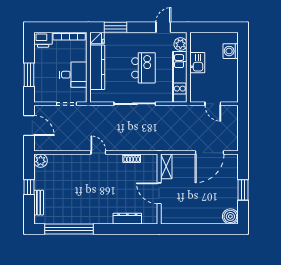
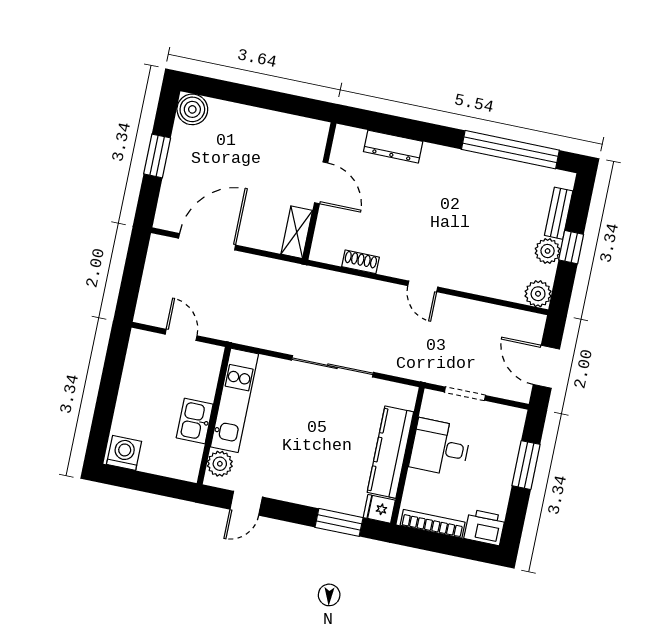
washing machine: (231, 51) -> (124, 453), moved, turned -90
kitchen island: (143, 68) -> (301, 432), removed
plant: (40, 183) -> (548, 251), added

